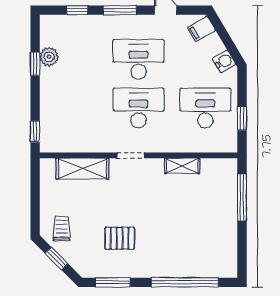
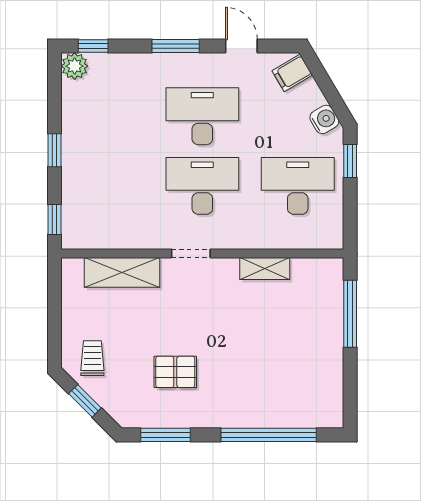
window: (77, 10) -> (93, 46), moved
plant: (49, 57) -> (75, 66), moved
window: (35, 64) -> (55, 150), moved
window: (242, 119) -> (350, 161), moved

